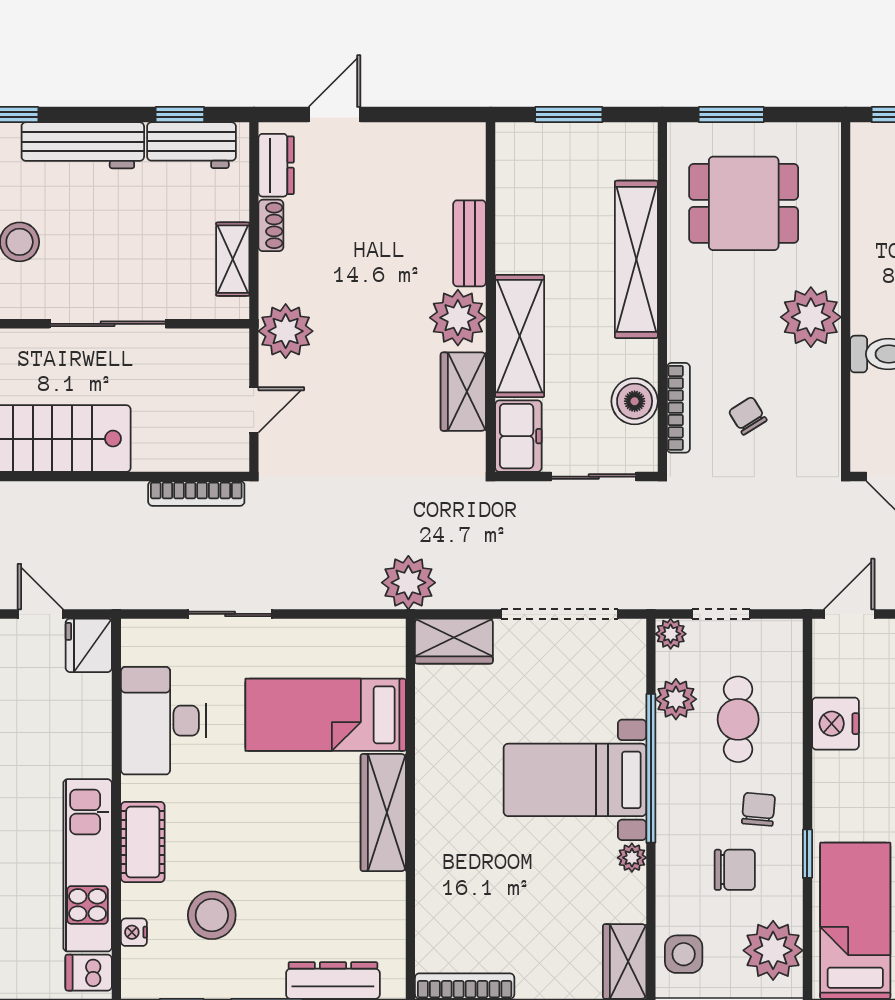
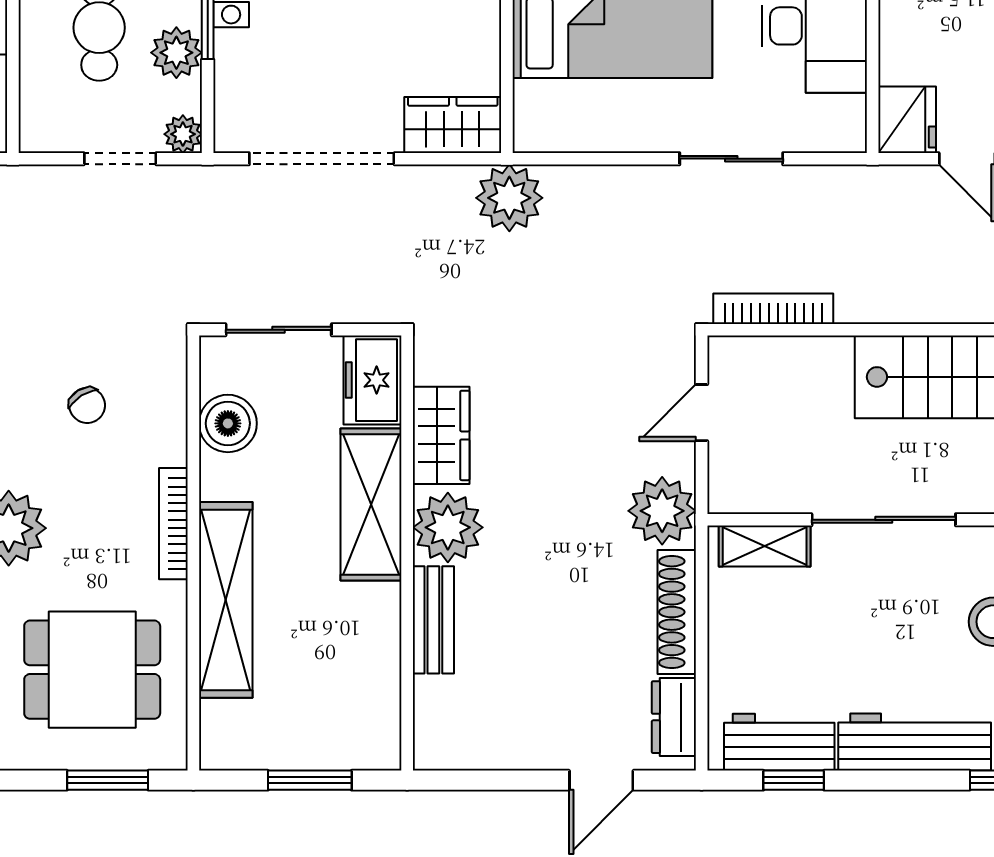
shoe rack: (271, 225) -> (677, 612), width x1.94, depth x1.24
shelving: (233, 259) -> (765, 546), moved, turned 90
bookcase: (678, 408) -> (173, 524), moved

